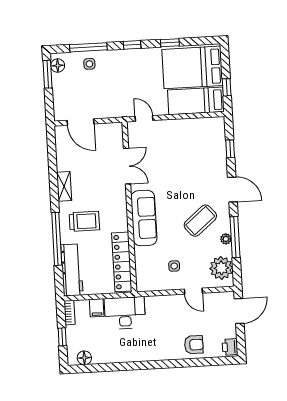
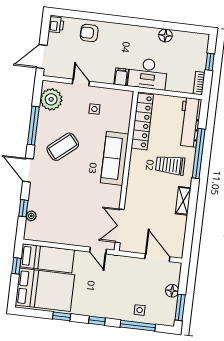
floor lamp: (58, 66) -> (172, 291), moved
double door: (127, 166) -> (120, 226), moved
plant: (226, 239) -> (31, 216), moved
filing cabinet: (97, 308) -> (121, 77), moved
floor lamp: (84, 358) -> (165, 35), moved

